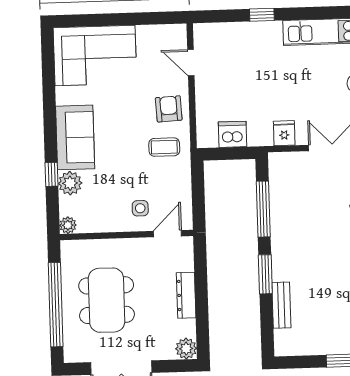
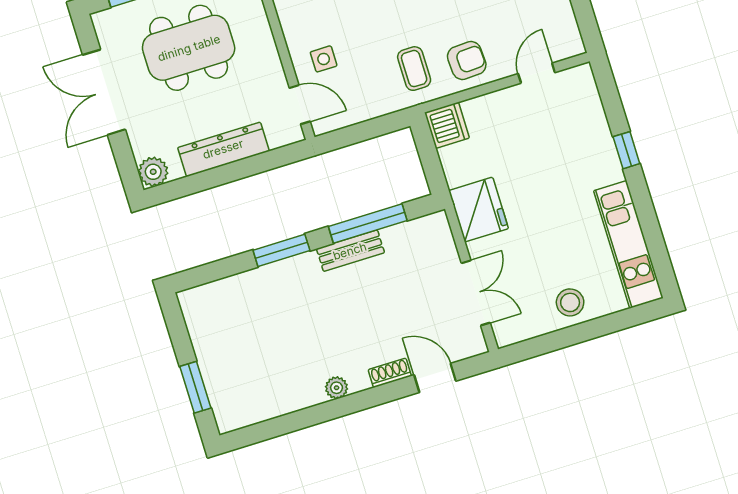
fridge: (284, 133) -> (479, 210), width x1.88, depth x1.34
dishwasher: (232, 134) -> (447, 125), moved
dresser: (186, 295) -> (223, 149), width x1.37, depth x1.24
bench: (281, 305) -> (350, 251), moved

